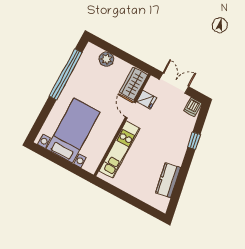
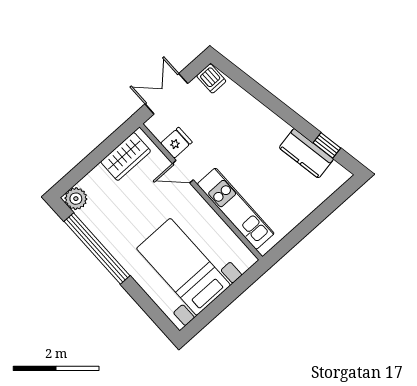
plant: (106, 59) -> (76, 199), moved
wardrobe: (134, 84) -> (126, 156), moved, turned -90
window: (194, 141) -> (327, 145), moved

